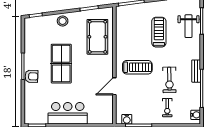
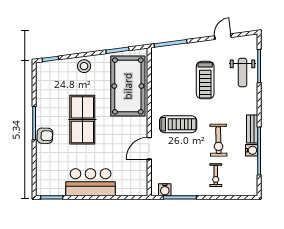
treadmill: (159, 32) -> (205, 80), turned 180
pool table: (97, 37) -> (128, 86), width x1.36, depth x1.32
water cooler: (196, 115) -> (252, 150), moved

